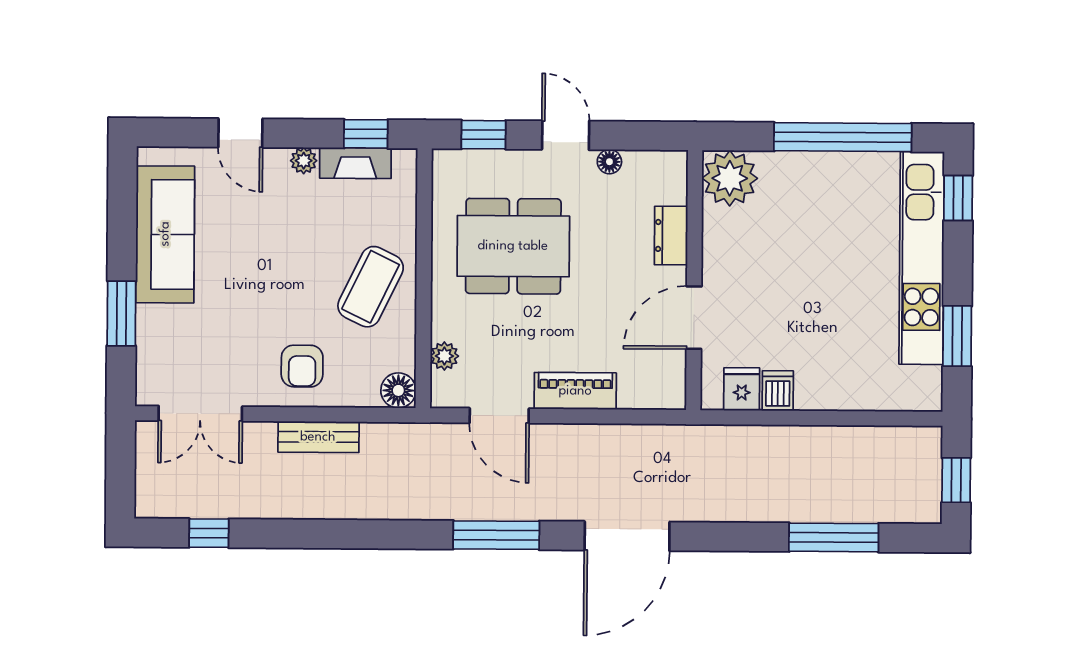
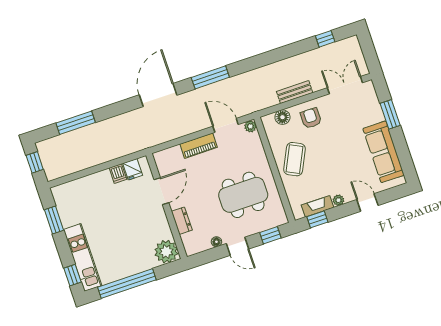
kitchen unit: (922, 258) -> (83, 257), width x0.73
plant: (444, 356) -> (250, 126), moved
floor lamp: (398, 390) -> (282, 117), moved

